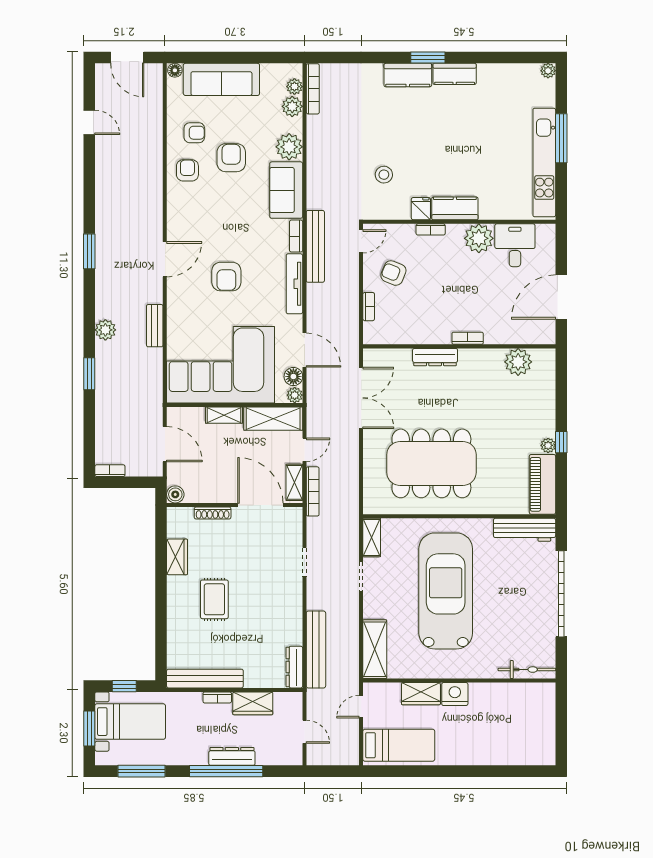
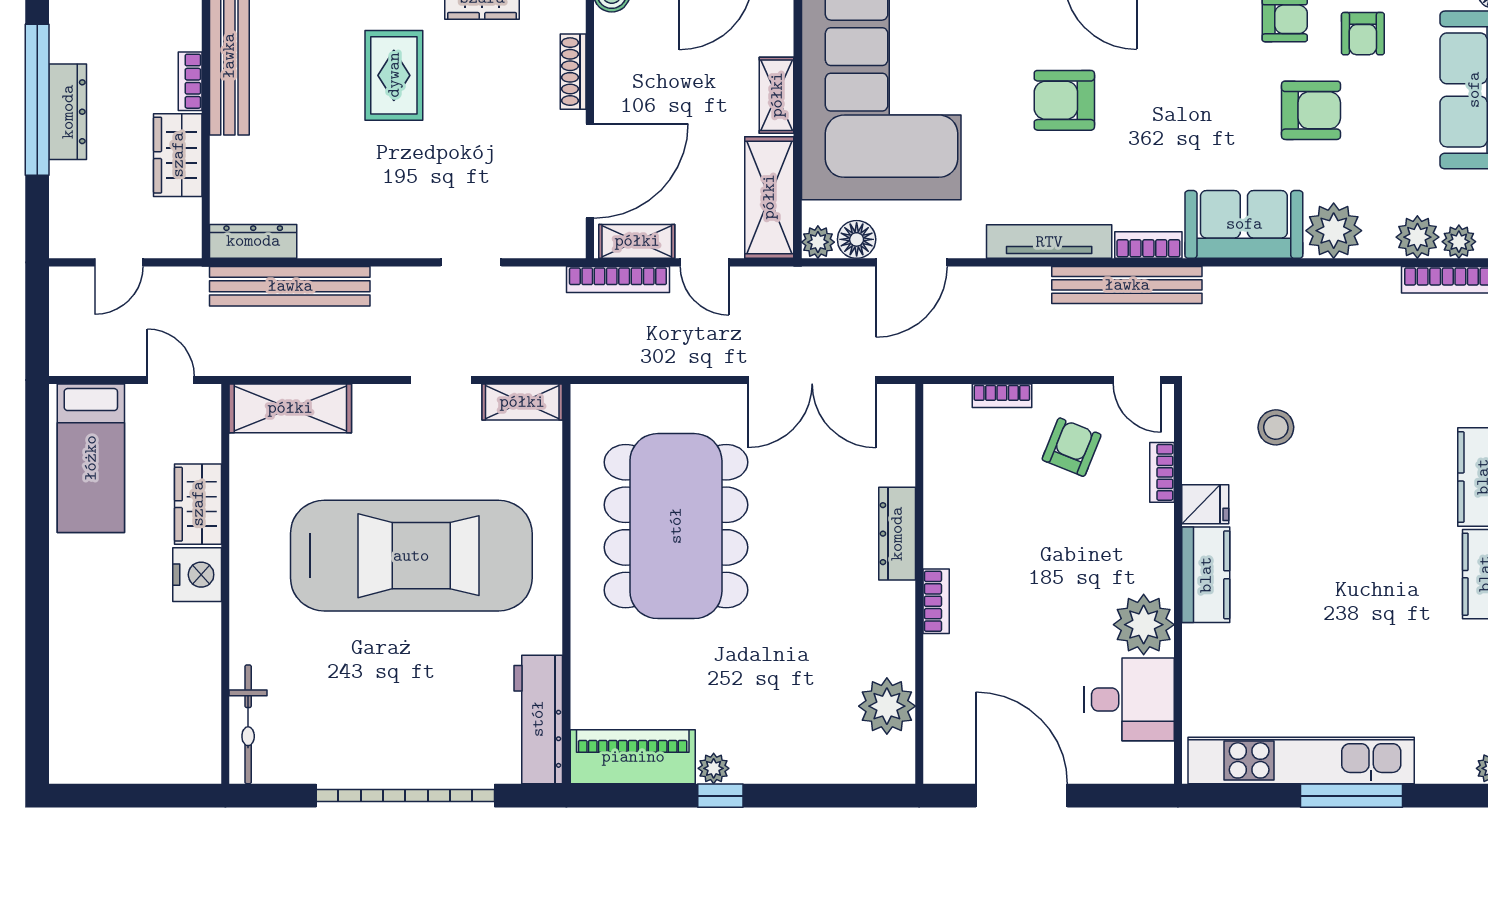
bookcase: (431, 229) -> (1162, 472), moved
rug: (214, 599) -> (394, 75), turned 90

